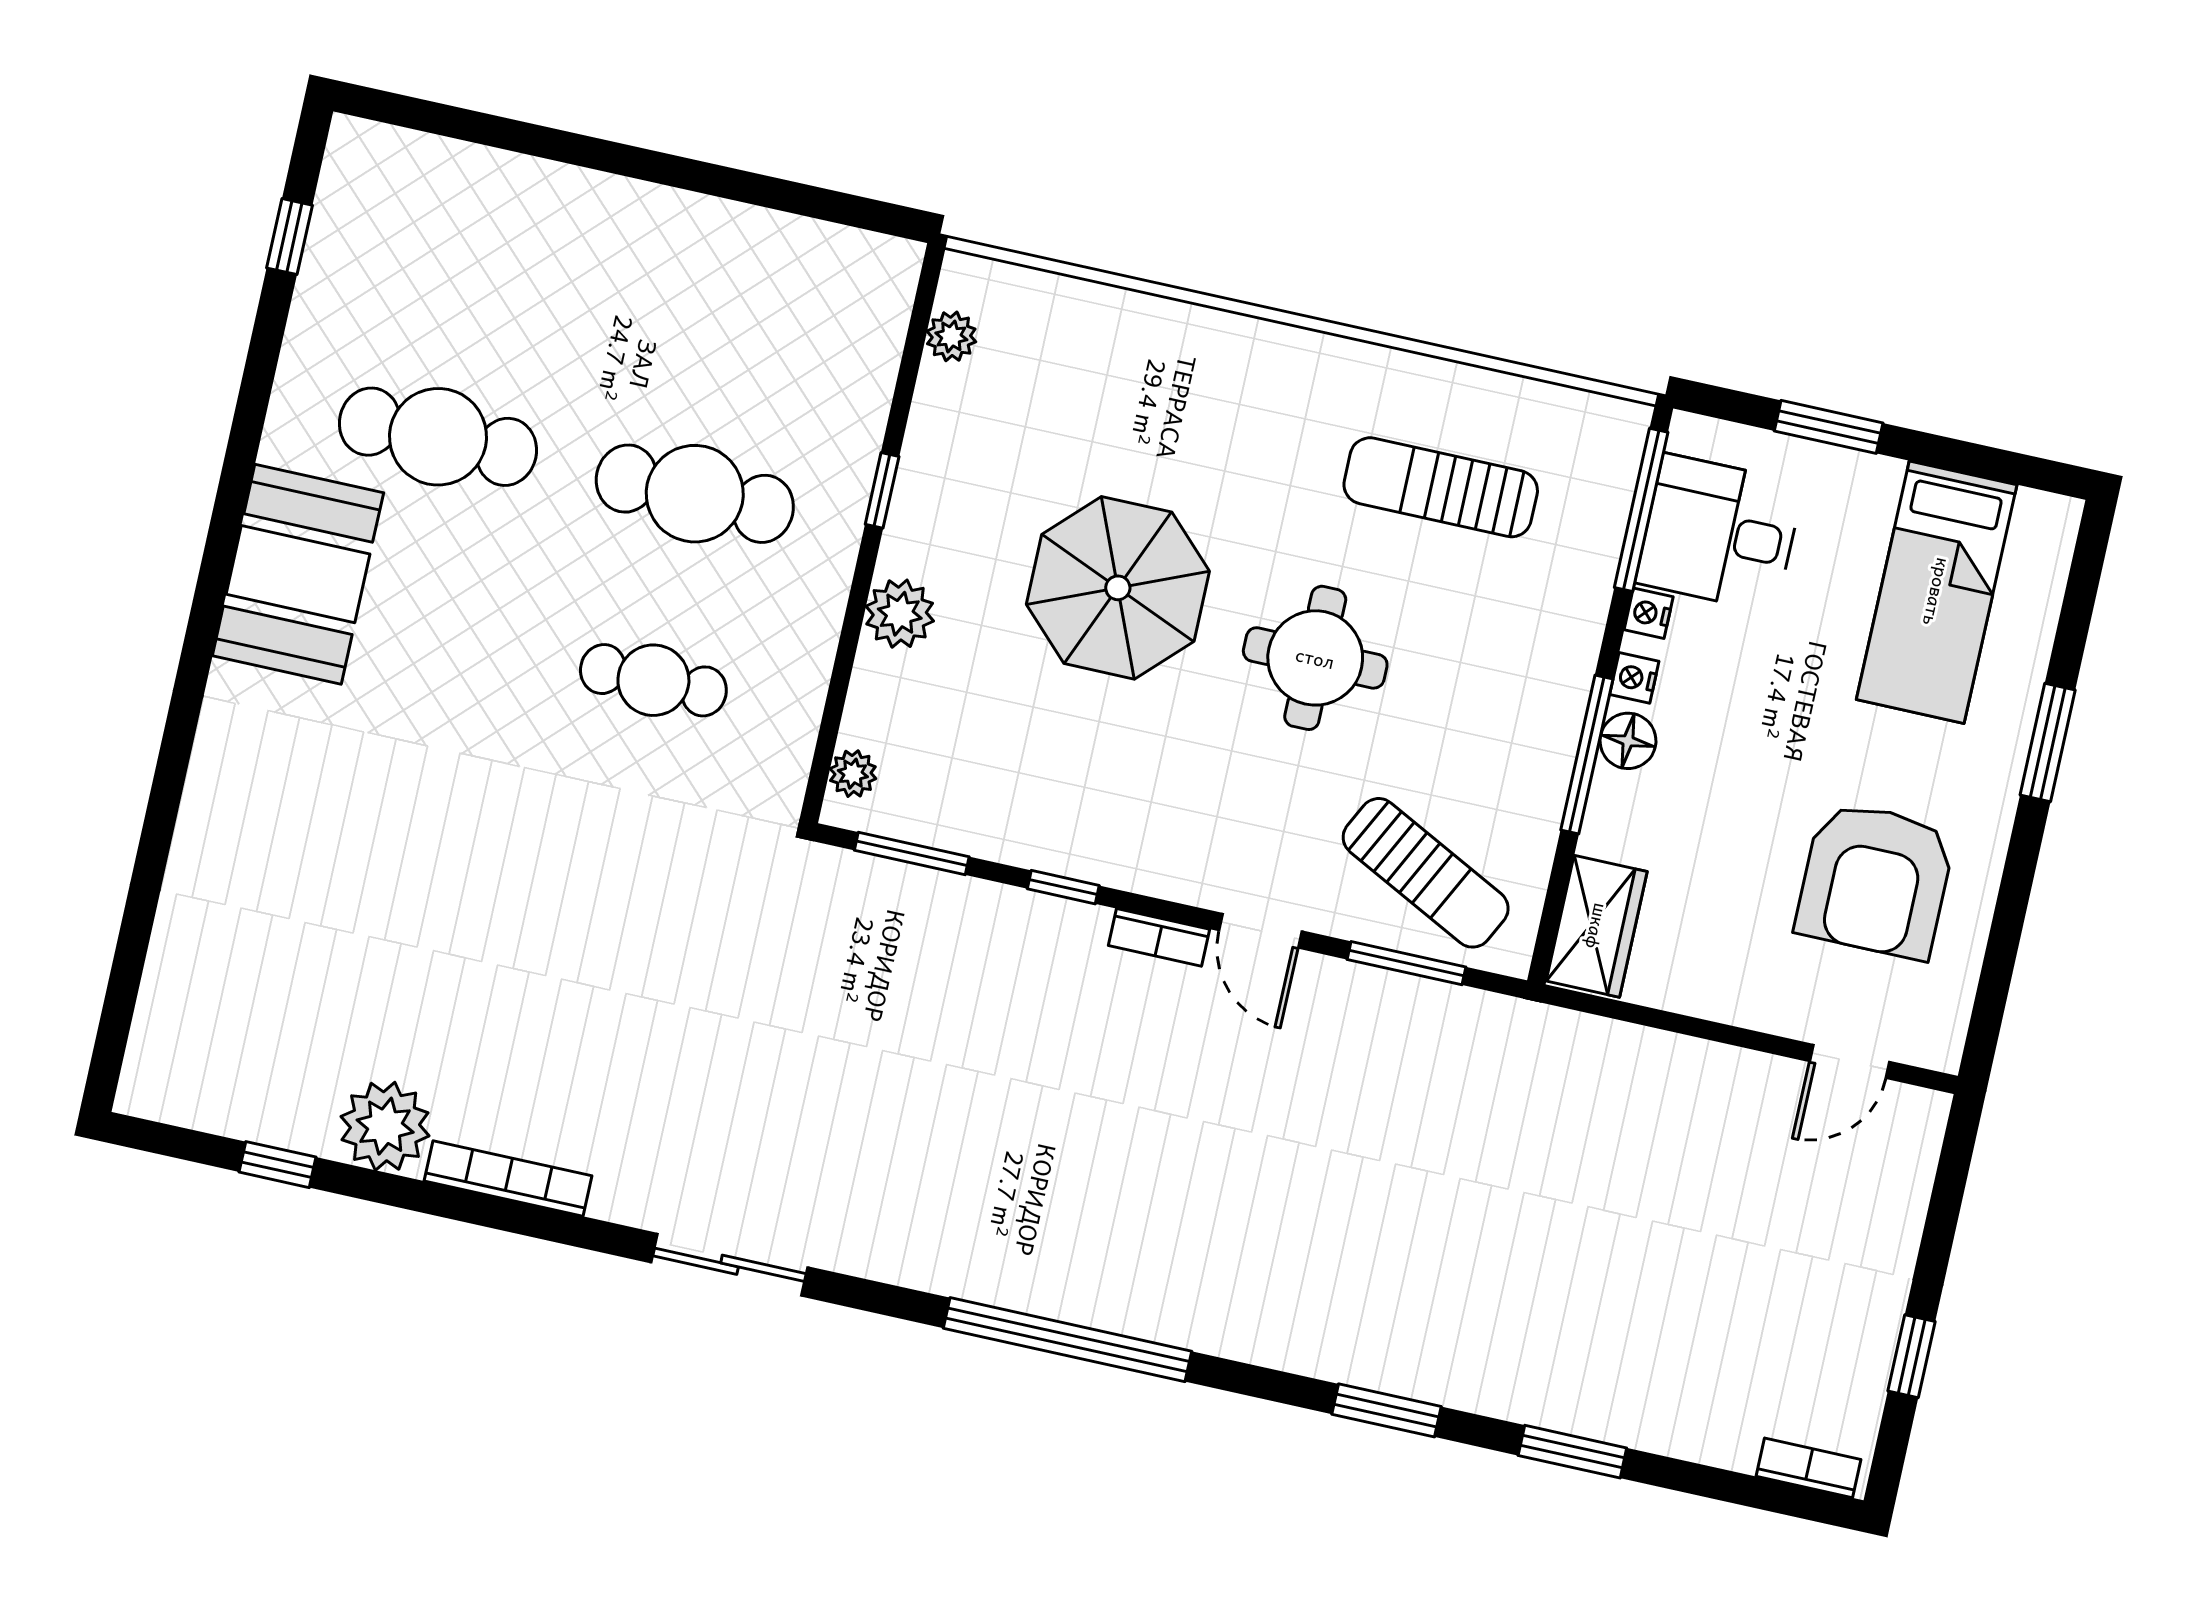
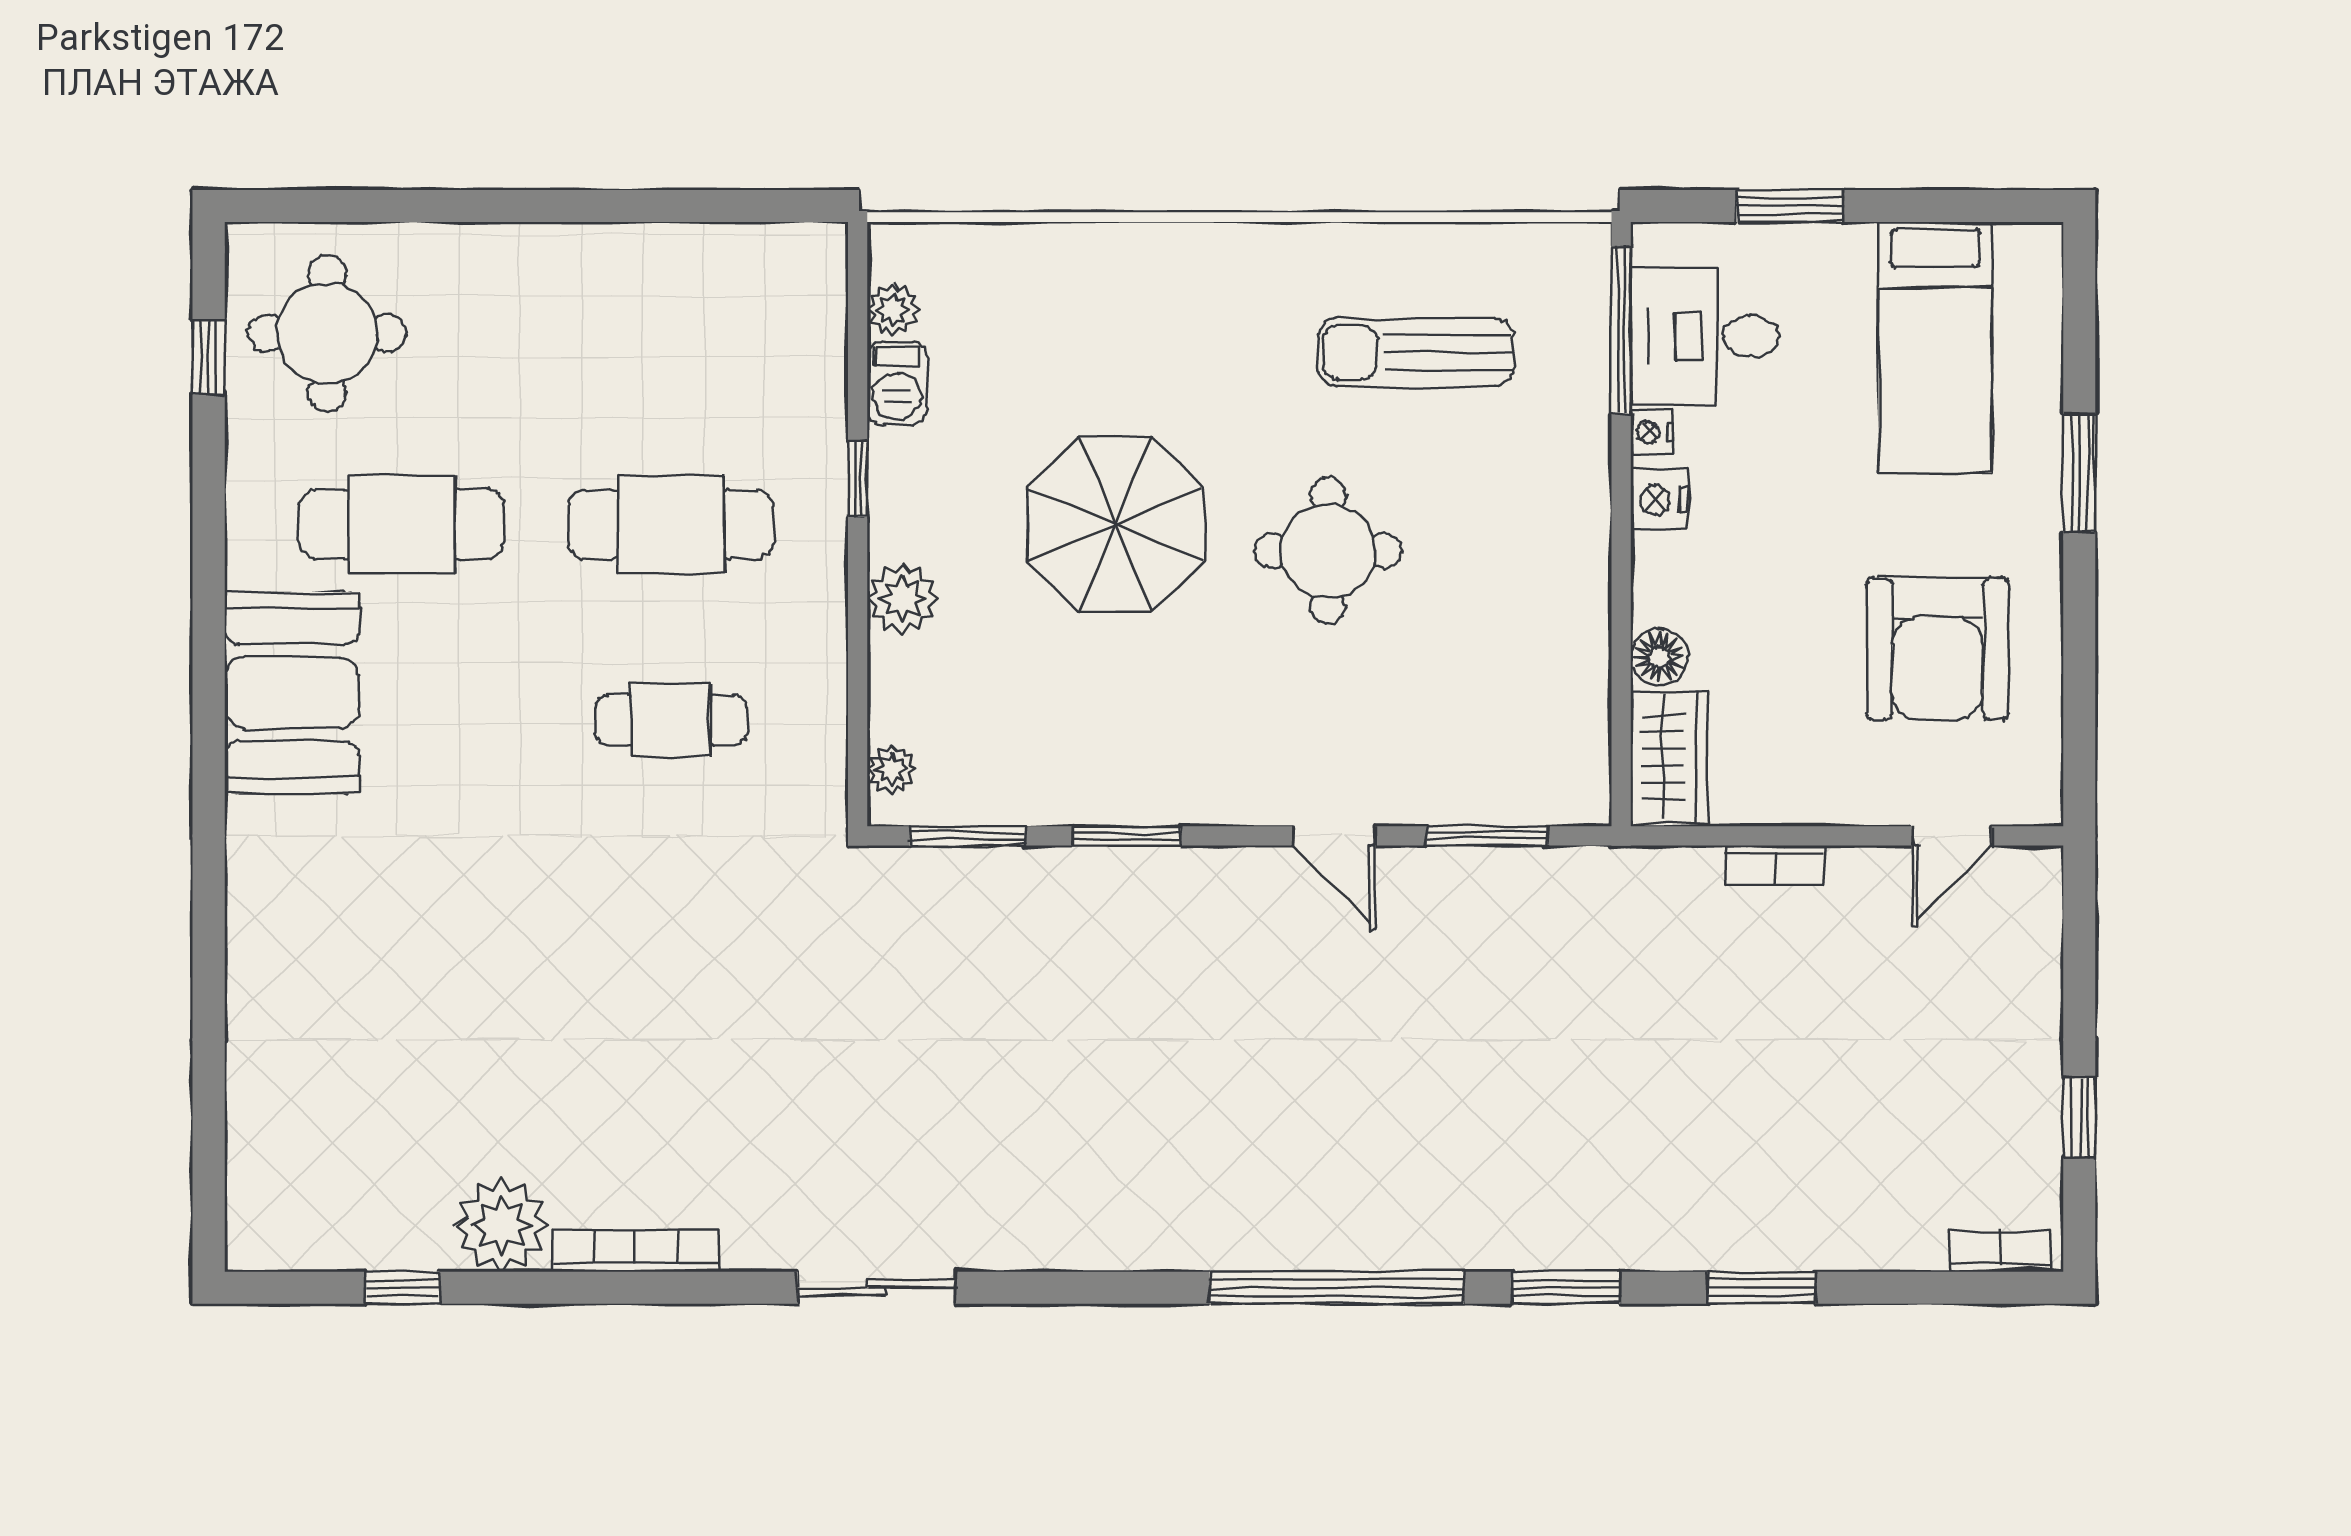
round table: (407, 239) -> (327, 333), added
barbecue: (940, 407) -> (897, 383), added
nightstand: (1634, 678) -> (1659, 500), width x1.39, depth x1.35
floor lamp: (1628, 741) -> (1659, 657), moved
window: (1587, 755) -> (1621, 587), removed
sun lounger: (1426, 873) -> (1486, 741), removed
window: (1063, 887) -> (1127, 836), width x1.50
bookcase: (1159, 937) -> (1775, 865), moved
window: (1067, 1340) -> (1337, 1288), moved

